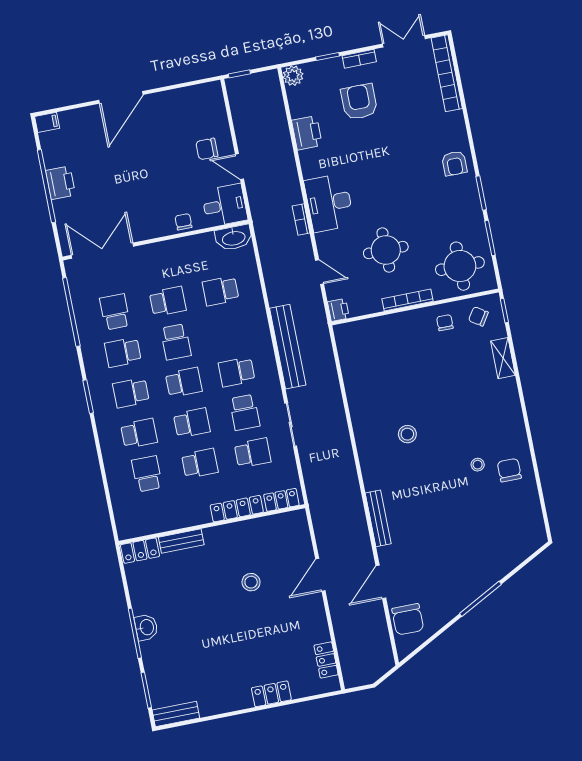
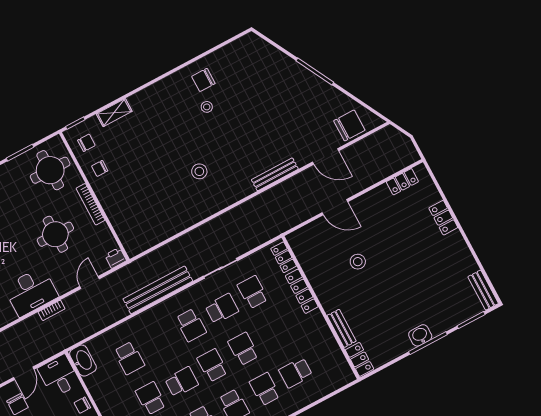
chair: (478, 316) -> (86, 143), turned -123
school desk: (200, 463) -> (274, 332), removed

